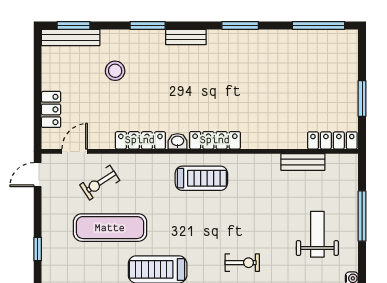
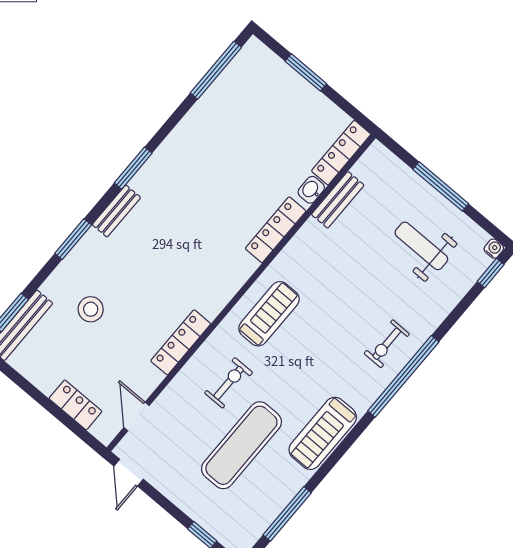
window: (240, 25) -> (133, 168), moved
window: (362, 98) -> (306, 72), moved
locker: (215, 140) -> (276, 230), moved
washbasin: (178, 141) -> (311, 190), moved
exercise bike: (100, 183) -> (229, 383), moved, turned -147
exercise bike: (242, 263) -> (387, 344), turned 180

